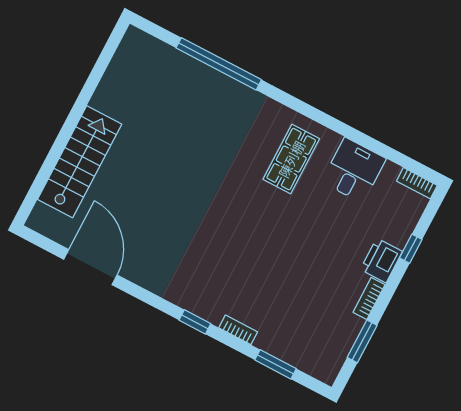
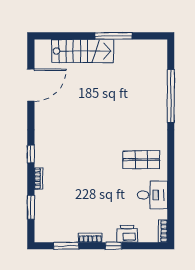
window: (82, 103) -> (113, 36), added
window: (411, 249) -> (113, 246), moved
printer: (381, 260) -> (127, 234), moved

